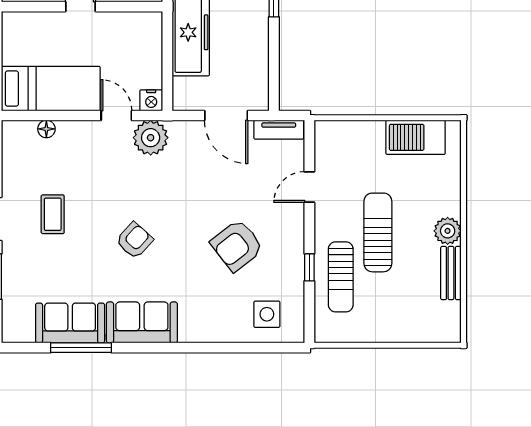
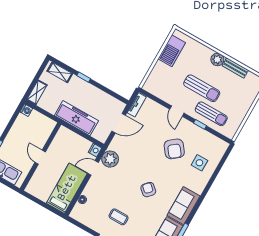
door: (309, 187) -> (177, 111), moved
sun lounger: (378, 232) -> (202, 88), turned 180
side table: (267, 314) -> (199, 163), moved

